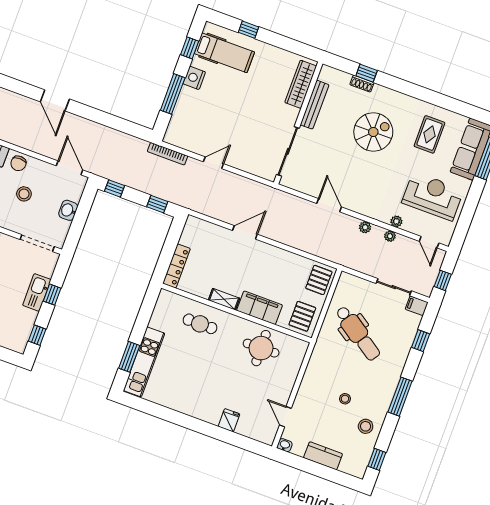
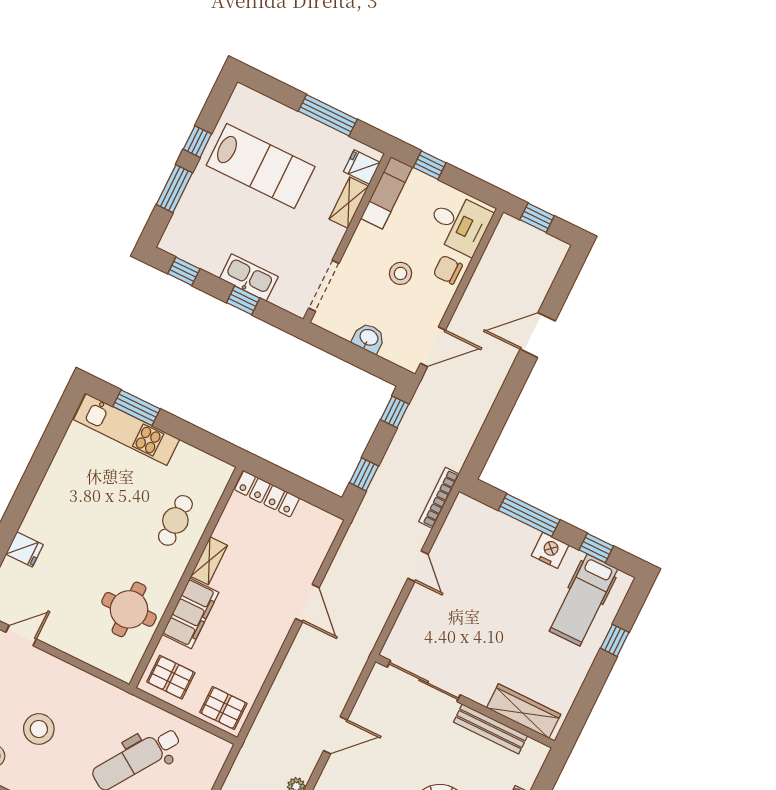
stool: (345, 399) -> (39, 729), width x1.89, depth x1.89

